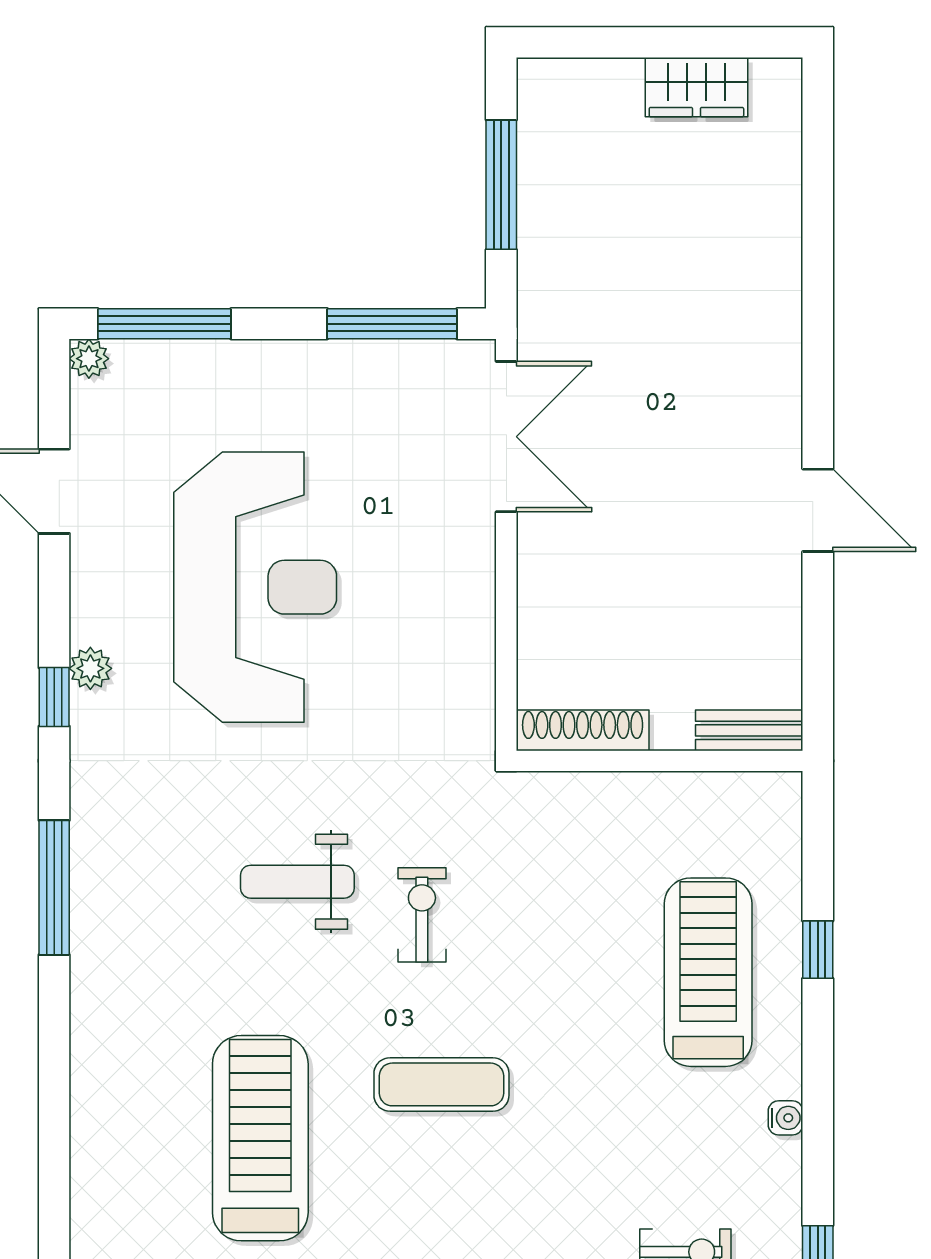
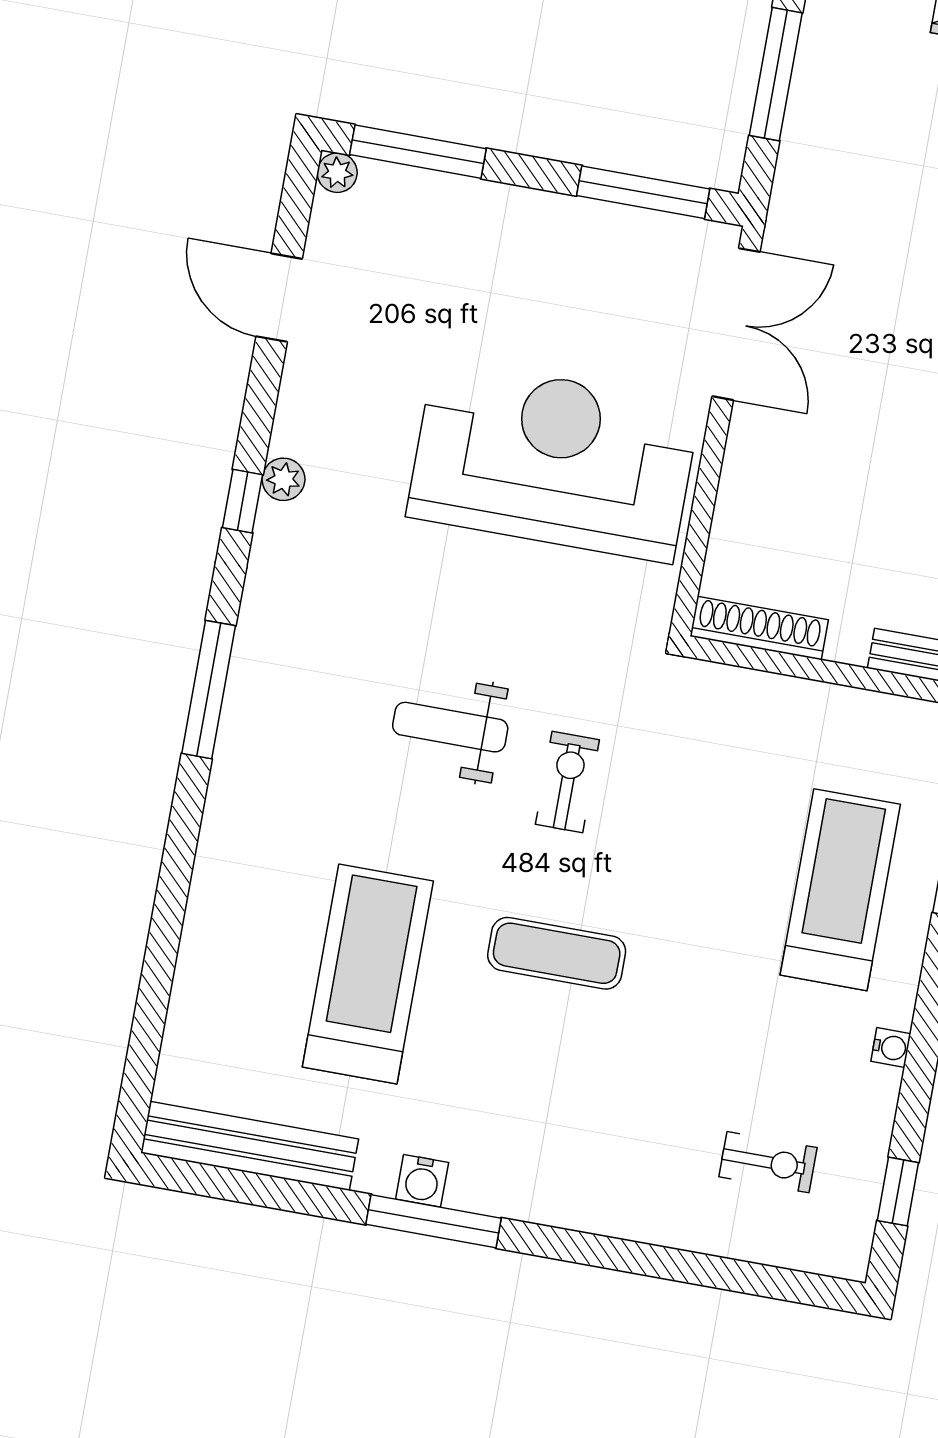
reception desk: (255, 587) -> (553, 460), moved, turned -90

